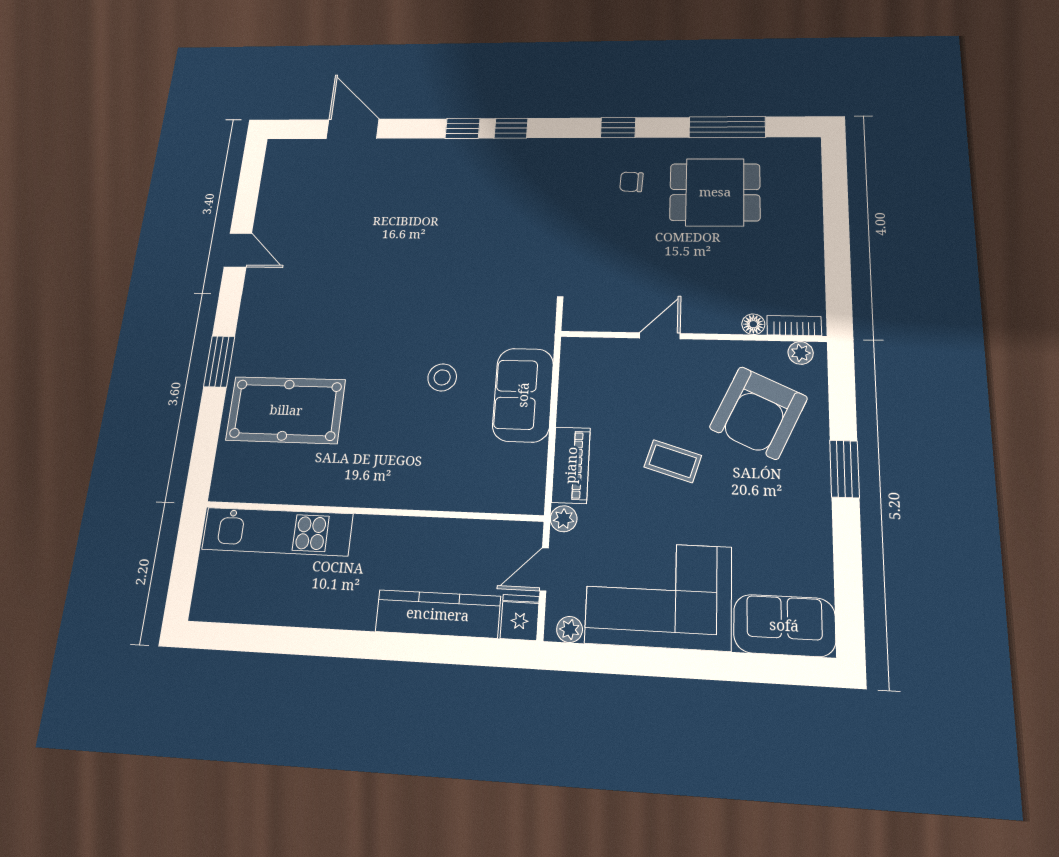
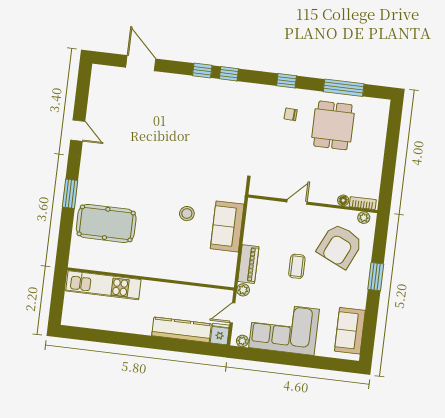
dining table: (715, 192) -> (333, 125), turned 90
coffee table: (673, 461) -> (297, 266), turned 73
sofa: (784, 625) -> (350, 331), moved, turned -90

